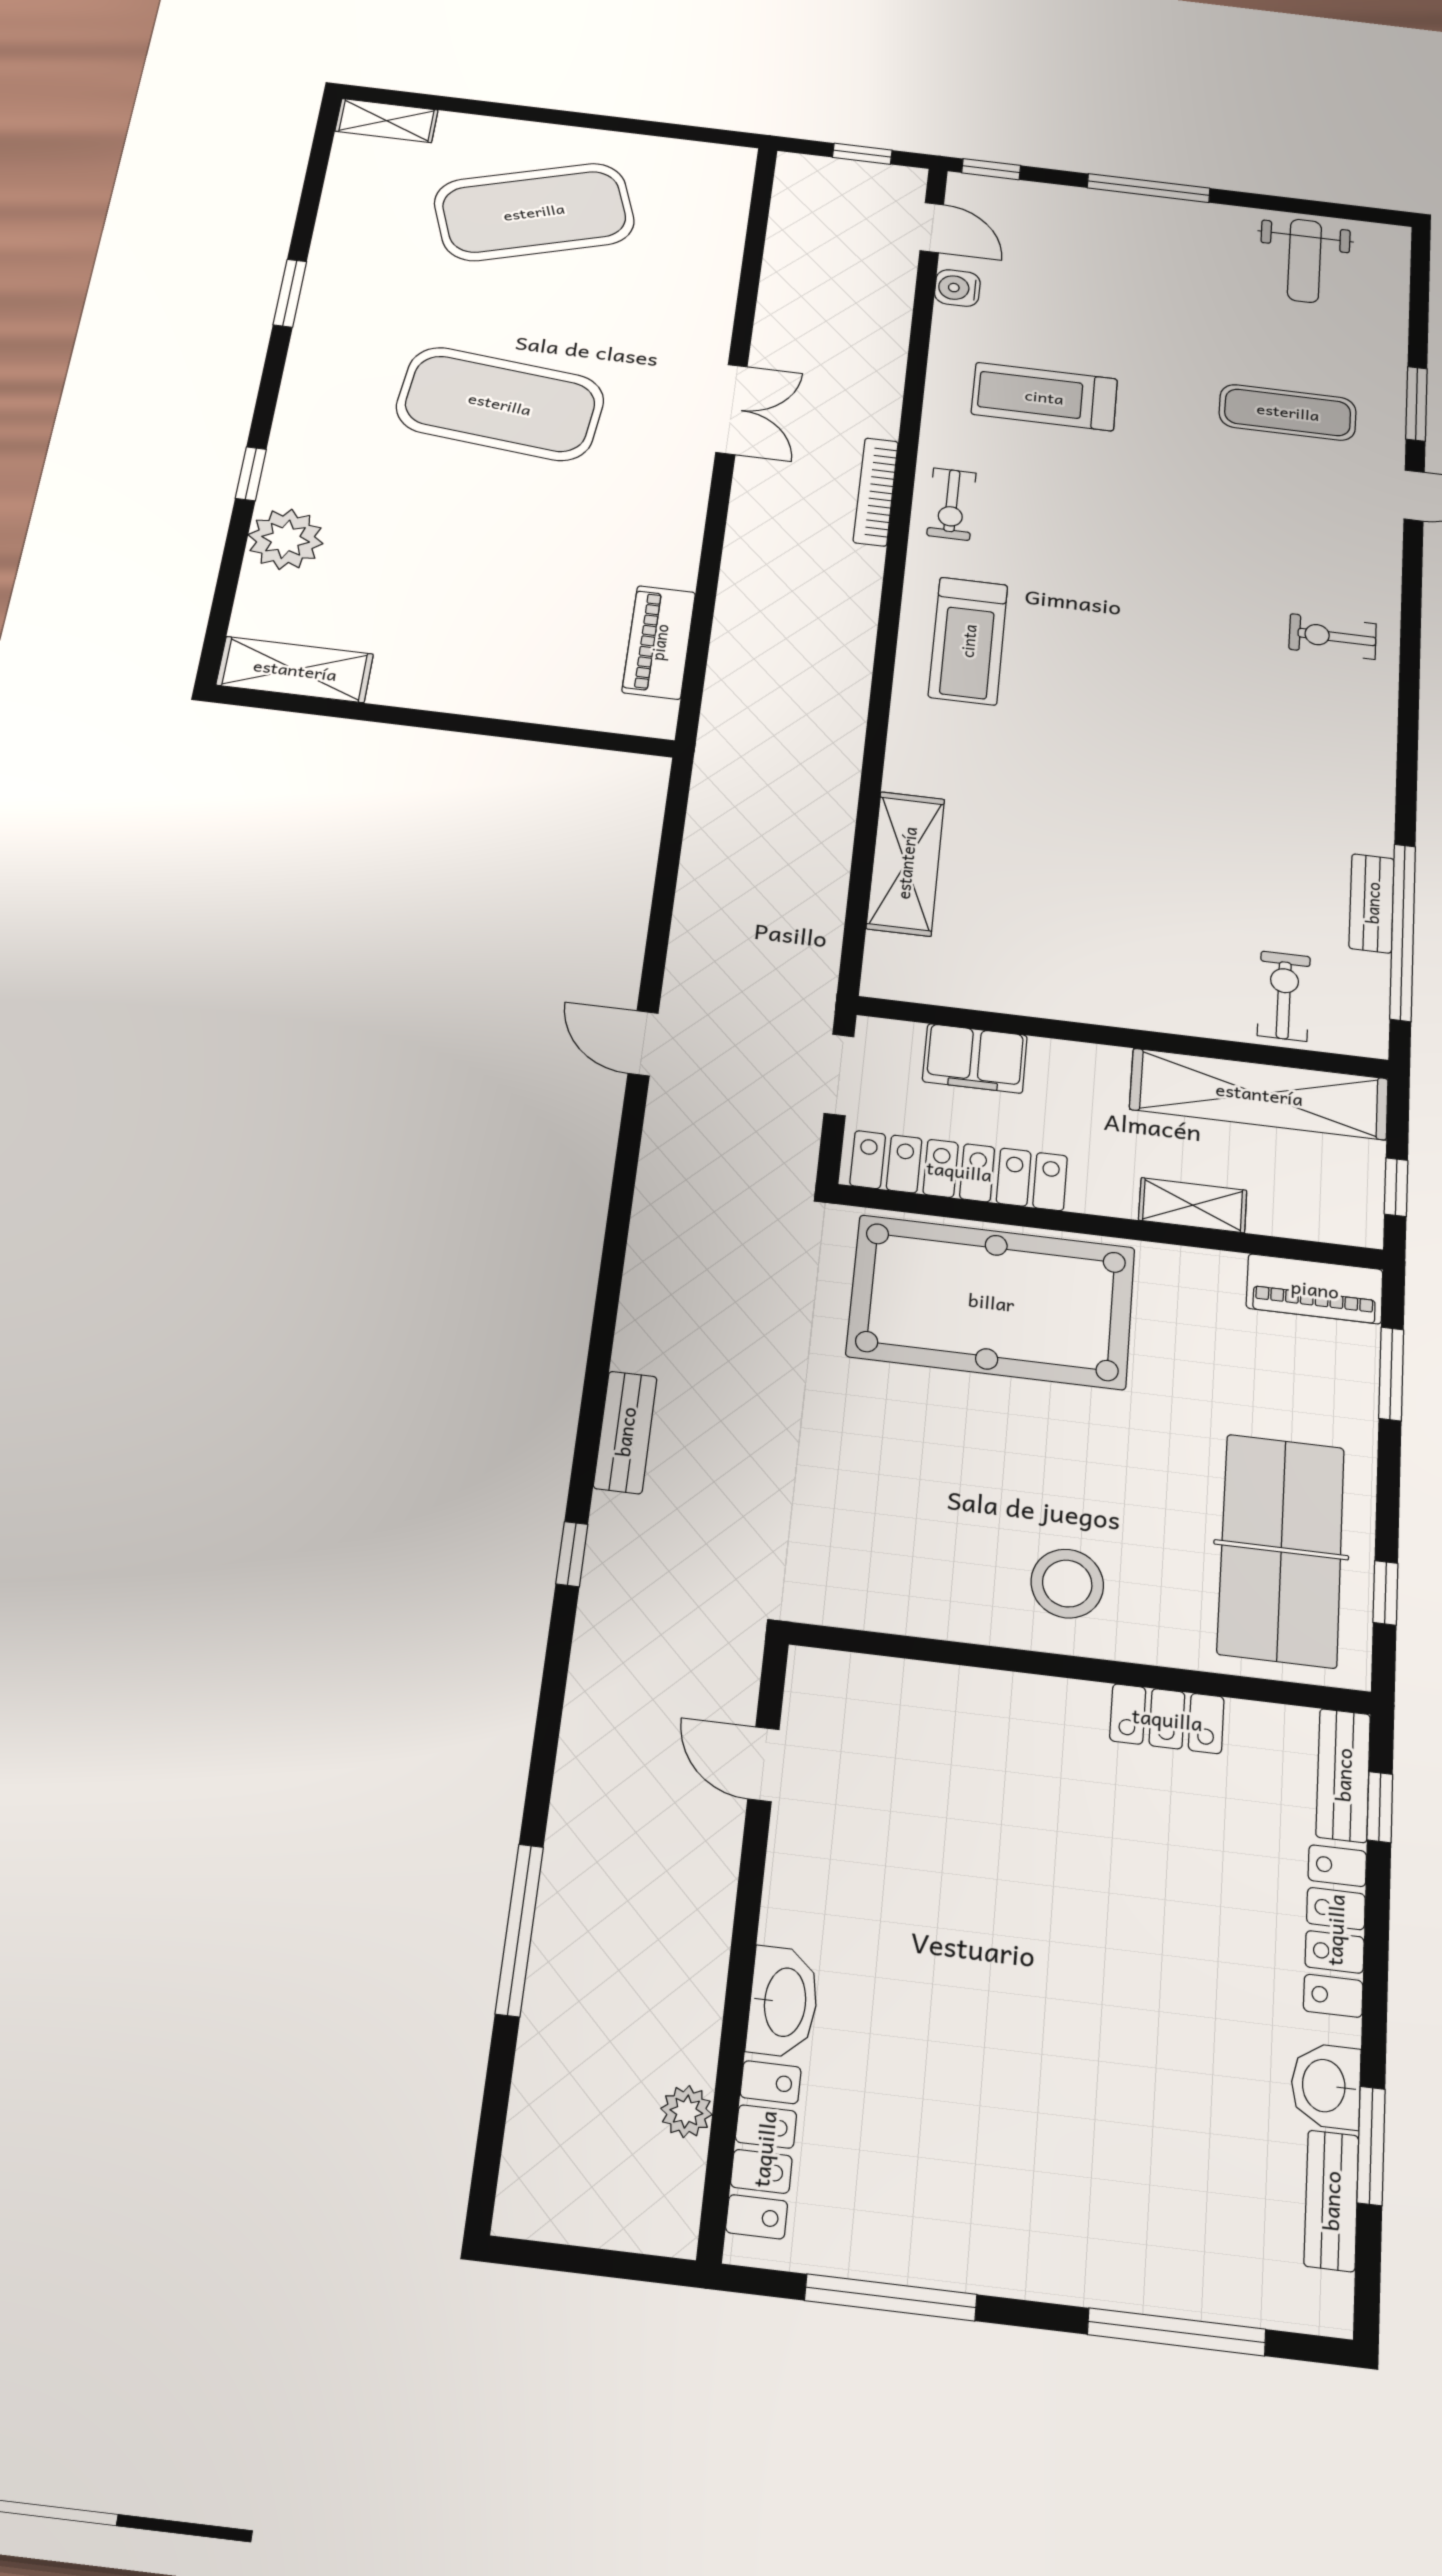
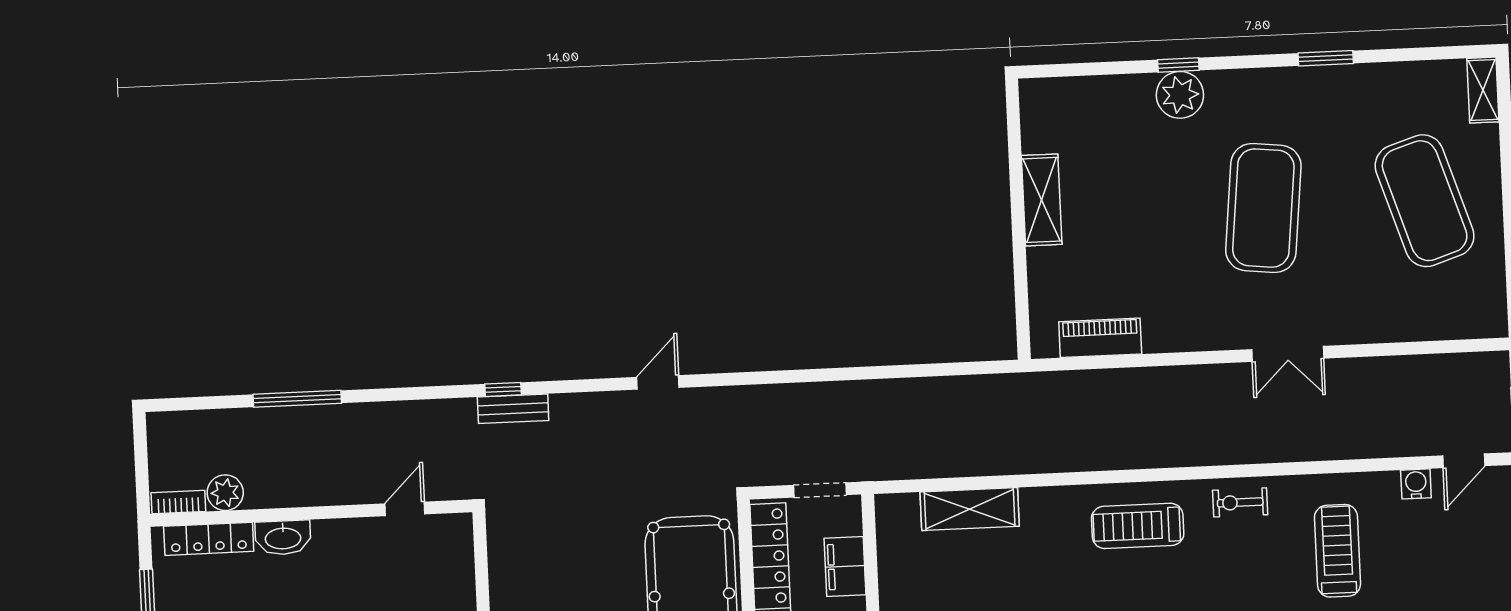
bookcase: (876, 492) -> (178, 502), moved, width x0.64
plant: (286, 539) -> (1180, 95), moved
shelving: (295, 670) -> (1042, 200), moved
door: (643, 1043) -> (658, 382), moved
bench: (625, 1432) -> (513, 409), moved
plant: (686, 2112) -> (225, 493), width x1.38, depth x1.38

